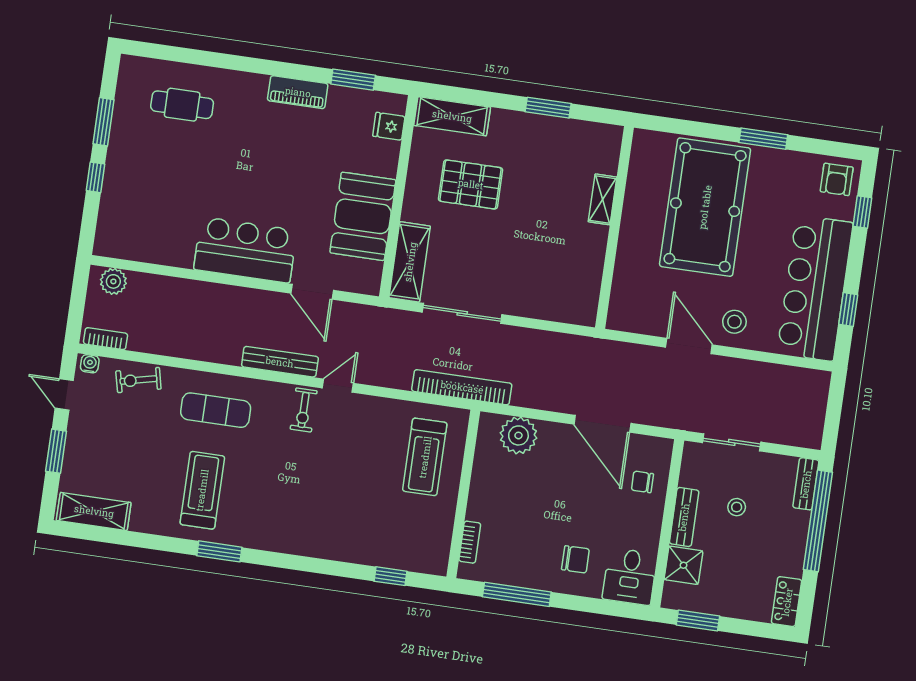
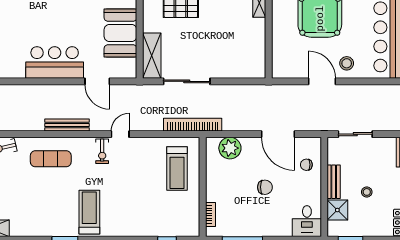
bench: (280, 362) -> (67, 125), moved
treadmill: (202, 490) -> (89, 212), moved
stool: (737, 507) -> (367, 192), moved
chair: (575, 559) -> (265, 187), moved

